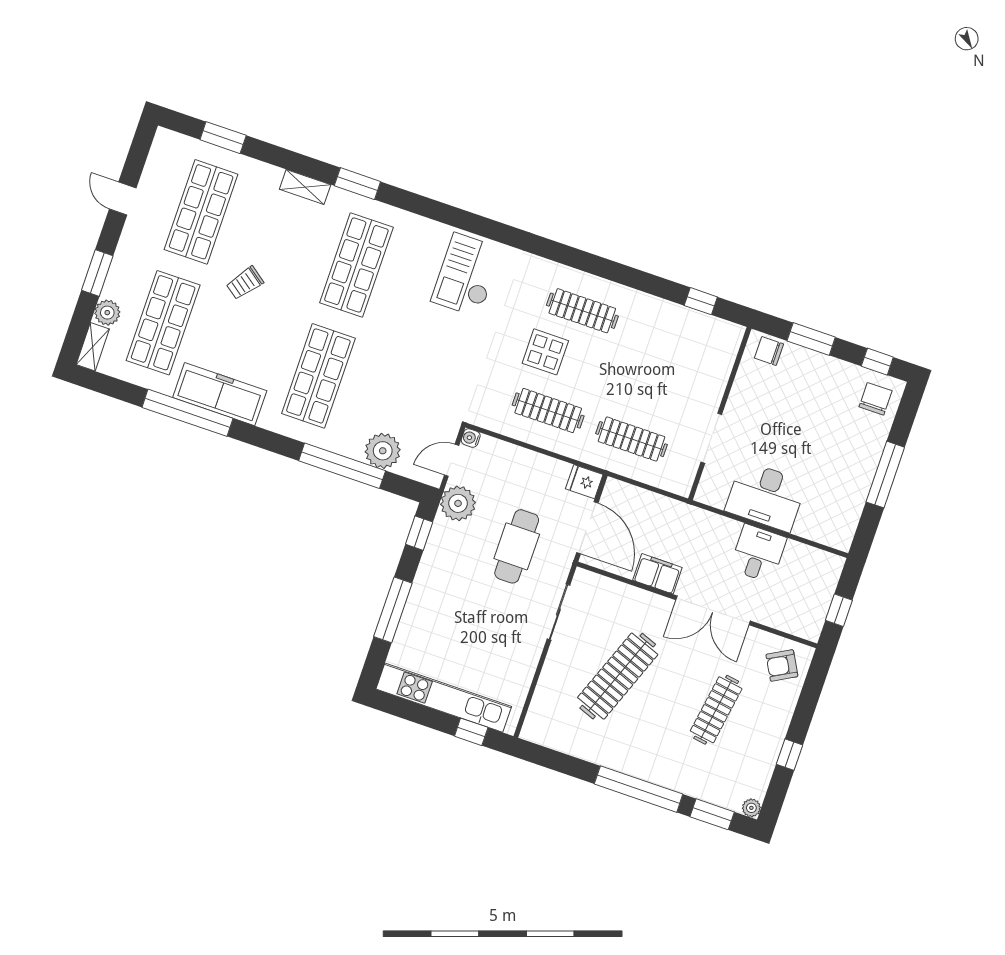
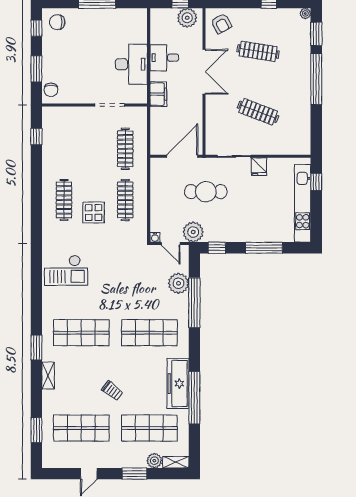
fridge: (584, 482) -> (259, 167), moved
filing cabinet: (657, 574) -> (158, 94), moved, turned 180
plant: (810, 613) -> (187, 18), added
clothes rail: (618, 676) -> (258, 112), width x0.73, depth x0.76

